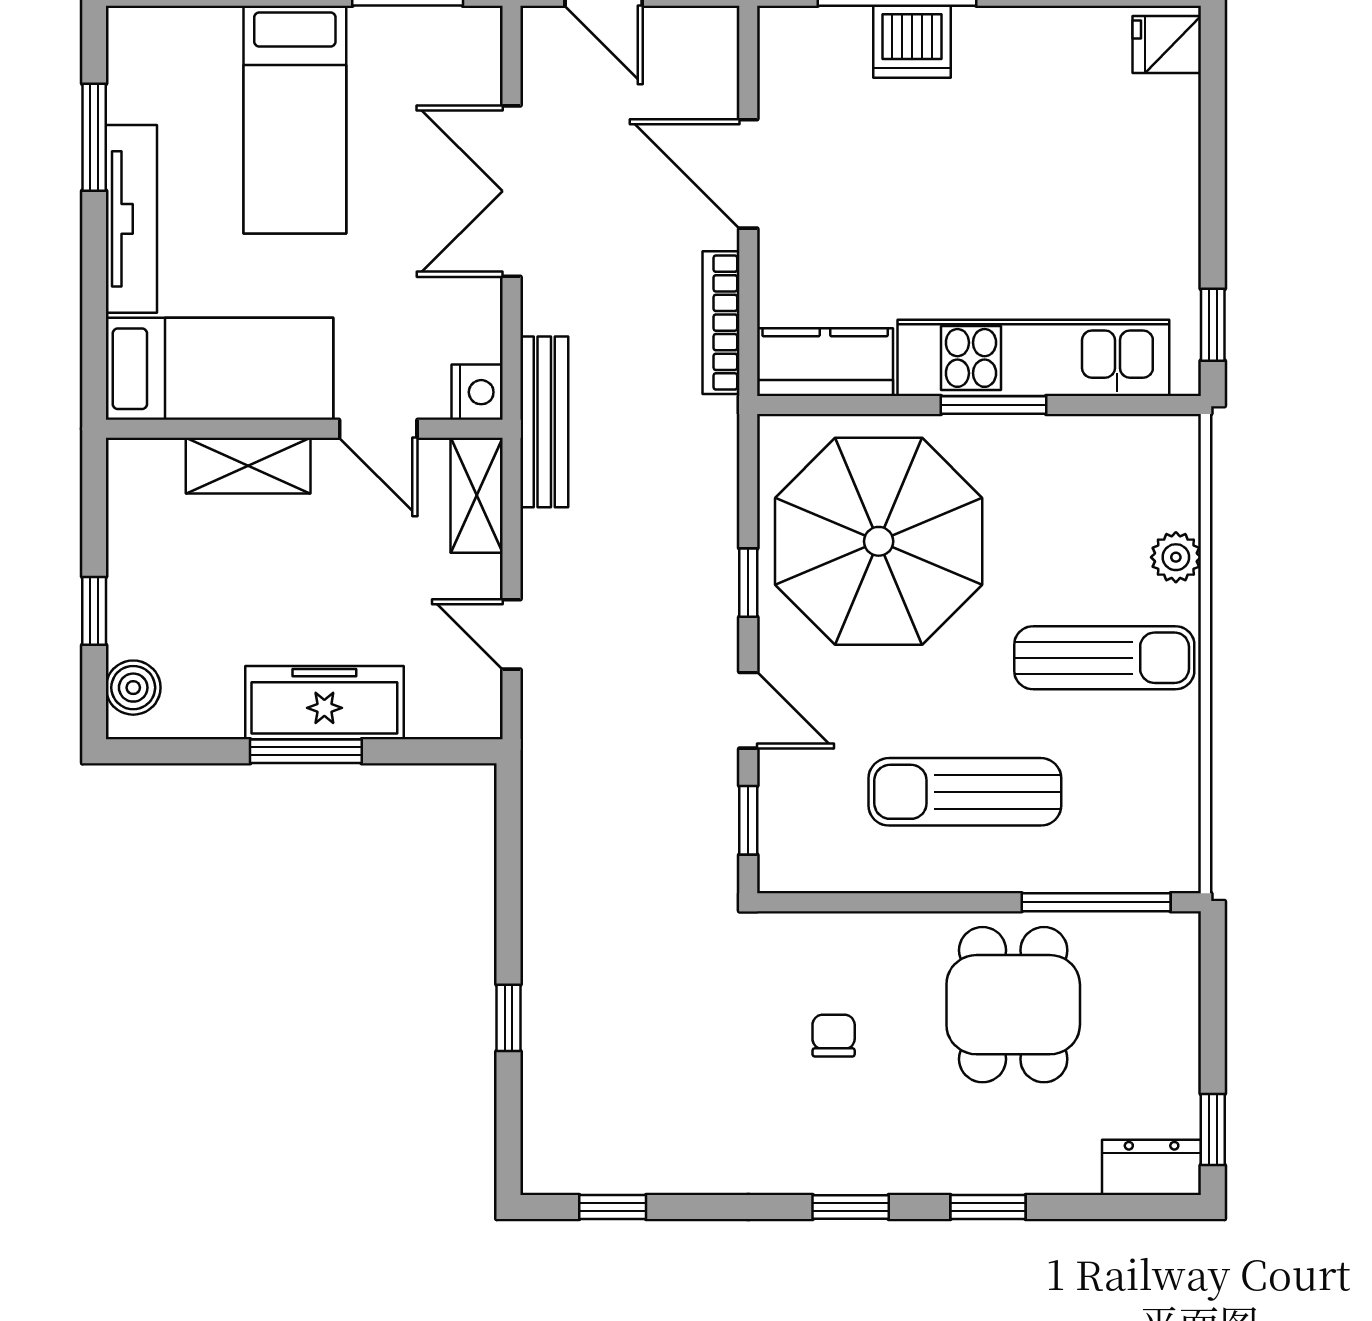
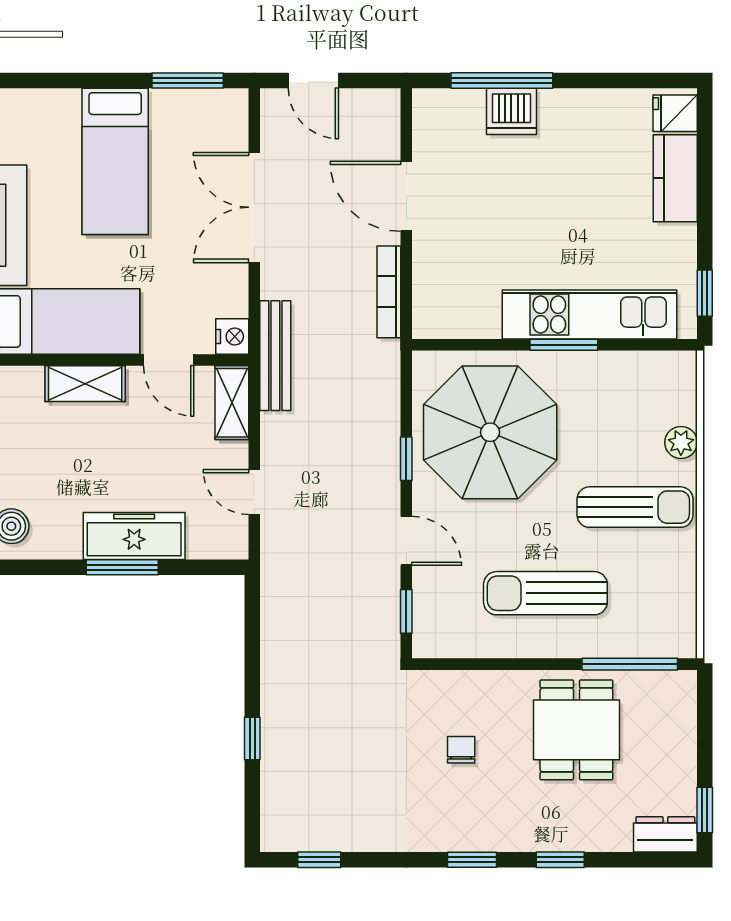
kitchen counter: (825, 362) -> (675, 178), moved, turned -90

